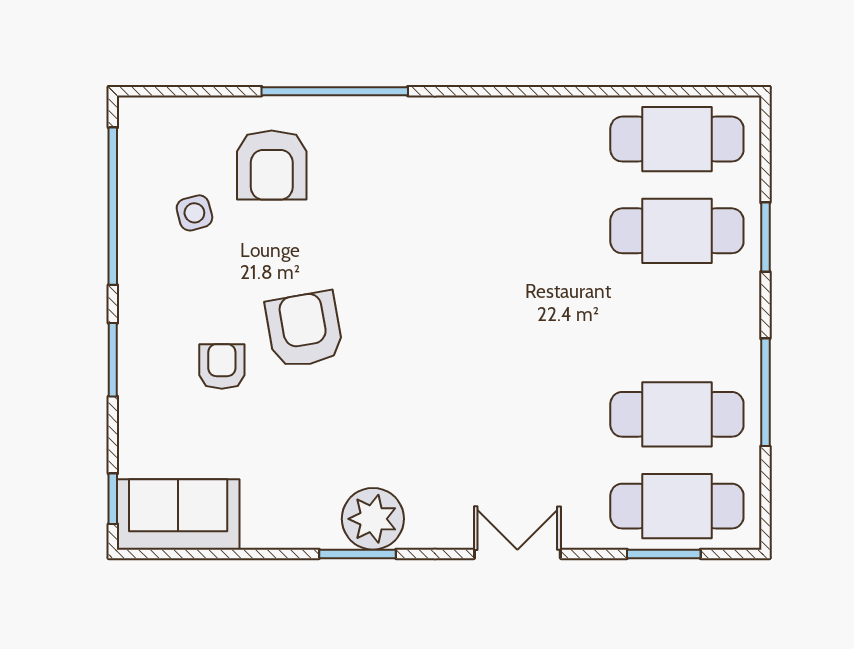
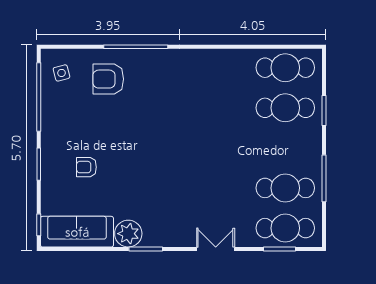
armchair: (272, 165) -> (108, 79), turned 90
side table: (194, 213) -> (61, 73), moved
armchair: (304, 330) -> (122, 151), removed
armchair: (222, 366) -> (86, 167), turned -90
sofa: (178, 514) -> (77, 232), width x1.36
plant: (373, 519) -> (128, 234), moved

